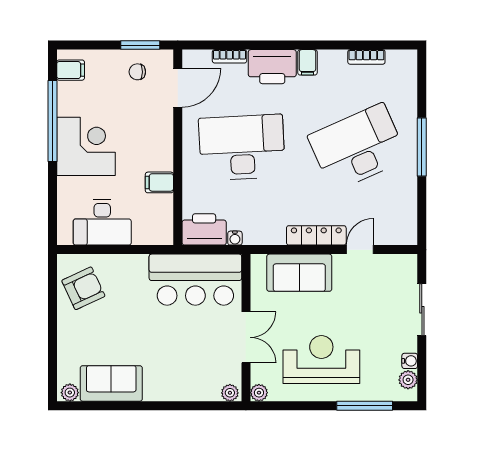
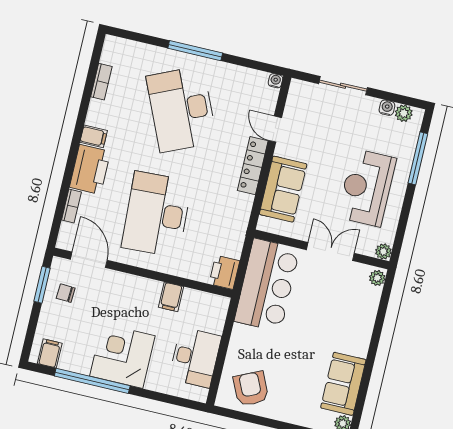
chair: (137, 72) -> (66, 293), turned 93
printer: (204, 229) -> (224, 272), width x0.73, depth x0.84
water cooler: (235, 238) -> (275, 81), moved, turned -90

